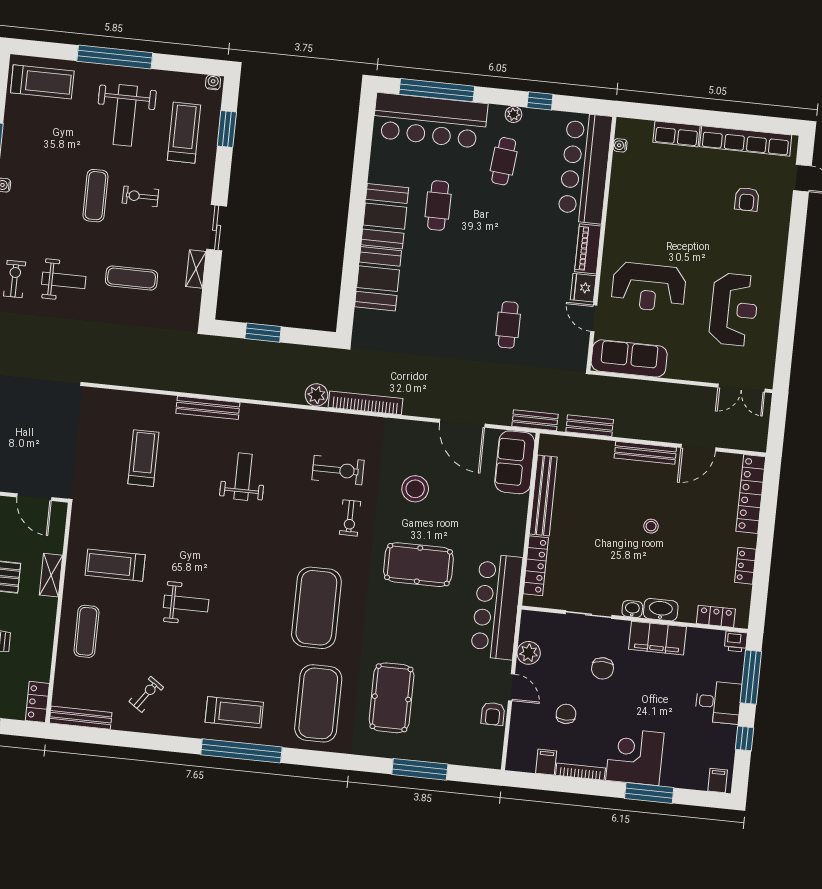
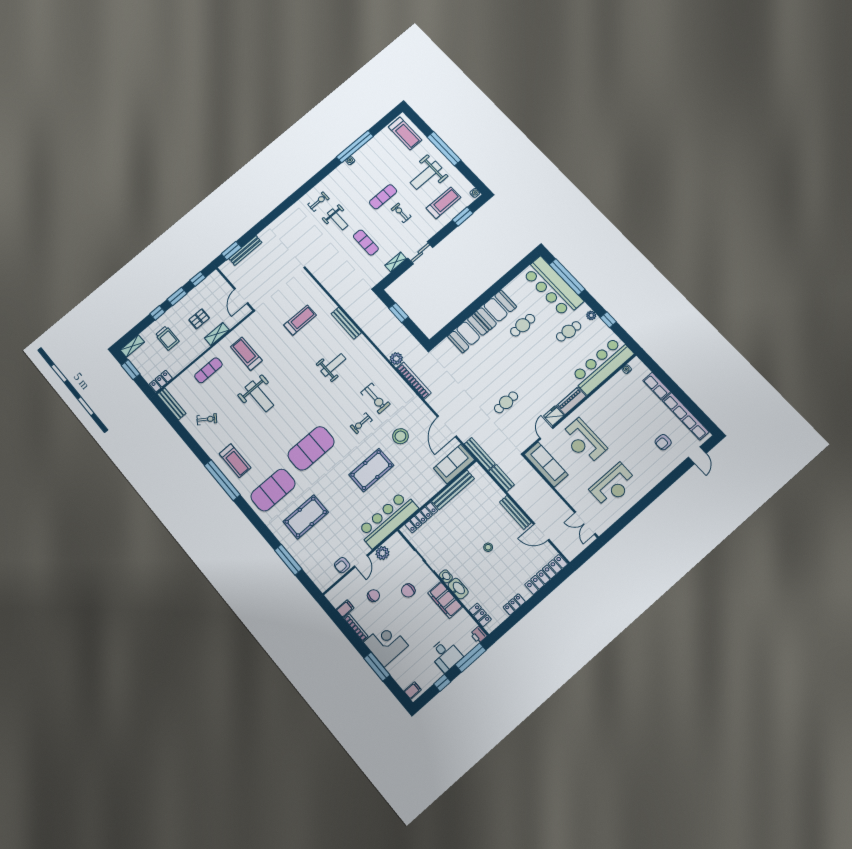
bench: (535, 420) -> (480, 454), width x1.36
pool table: (418, 565) -> (371, 470), turned 90
weight bench: (186, 604) -> (259, 396), width x1.36, depth x1.33

